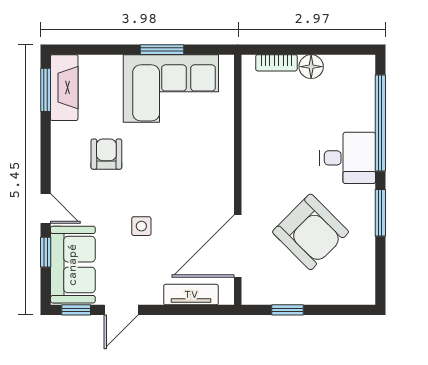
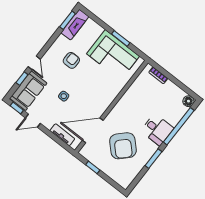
floor lamp: (311, 67) -> (188, 101), moved

